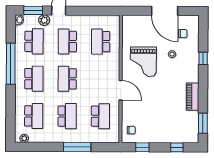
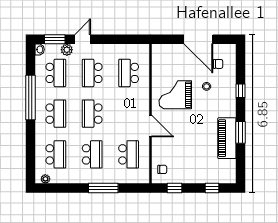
grand piano: (143, 62) -> (175, 95), turned 90
piano: (193, 97) -> (227, 138), width x1.37, depth x1.33
window: (203, 123) -> (240, 132), moved

